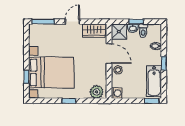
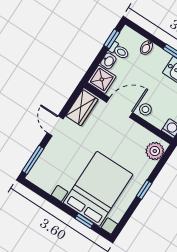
window: (136, 22) -> (112, 39), moved

